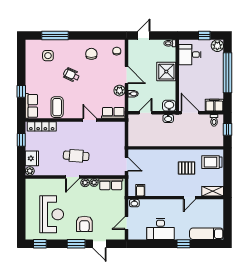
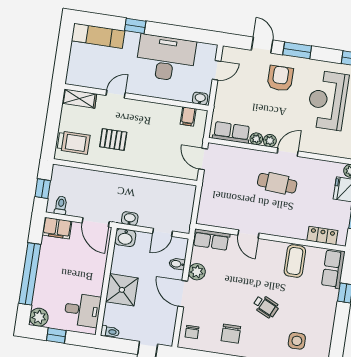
locker: (42, 126) -> (322, 236), width x0.66
desk: (160, 229) -> (166, 58), width x1.36, depth x1.30

